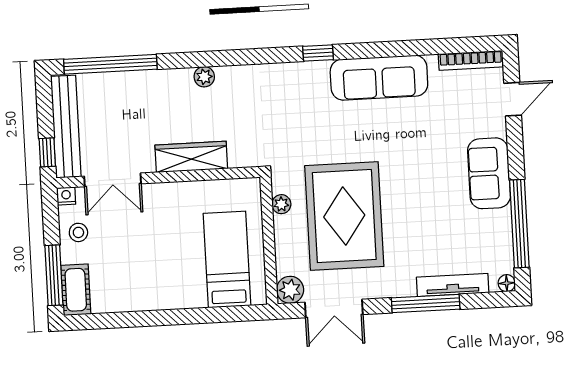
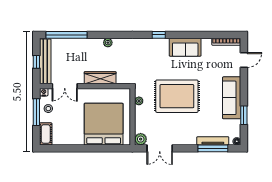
sofa: (379, 78) -> (185, 47), width x0.73
window: (47, 152) -> (36, 62), moved
sofa: (489, 173) -> (232, 98), width x1.36
rug: (344, 216) -> (177, 96), moved, turned 90
window: (519, 224) -> (244, 115), width x0.47
bed: (227, 259) -> (104, 124), width x2.04
window: (54, 275) -> (36, 112), moved
window: (426, 303) -> (213, 148), moved

